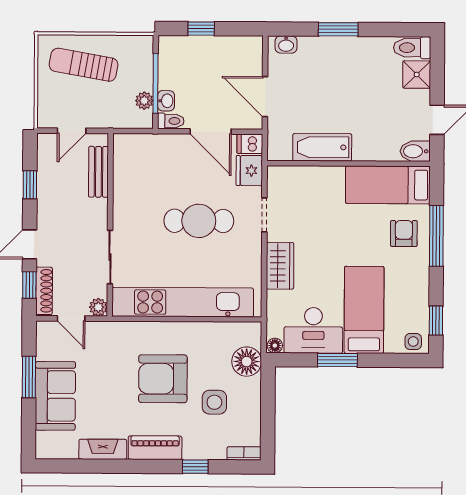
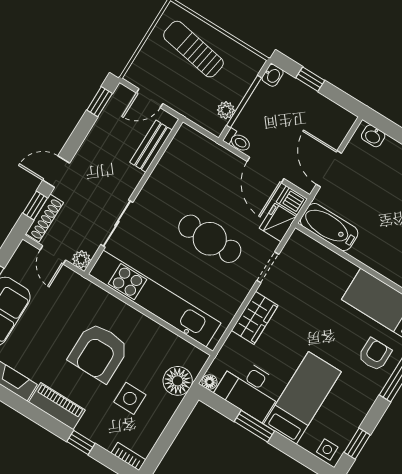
washbasin: (166, 101) -> (273, 75), moved
bathtub: (322, 147) -> (329, 227), moved
window: (30, 185) -> (100, 102), moved
armchair: (163, 379) -> (99, 352), turned -90

